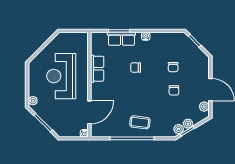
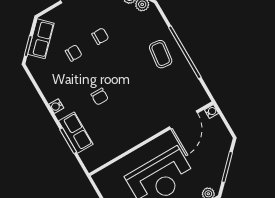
row of seats: (97, 69) -> (41, 39), moved, turned 135
door: (89, 112) -> (183, 120), swing flipped

